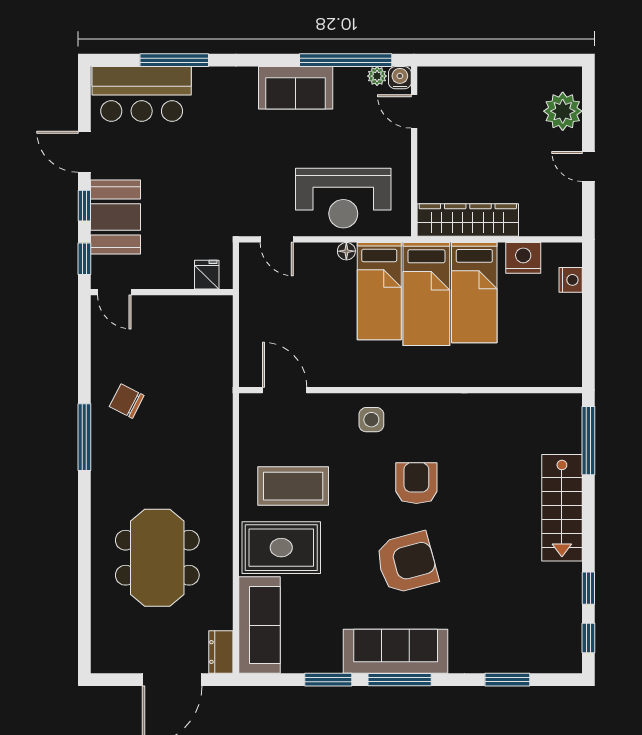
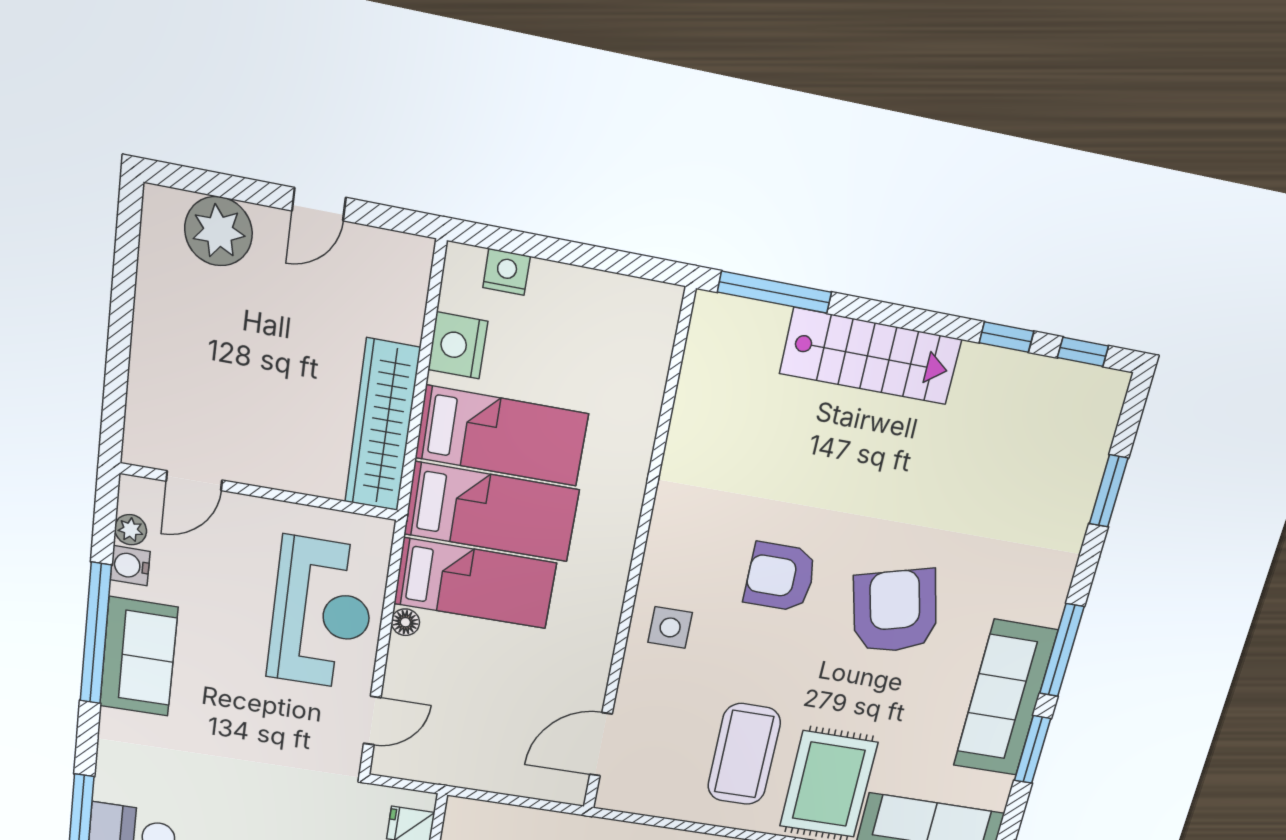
window: (346, 60) -> (96, 634), moved
water cooler: (400, 78) -> (130, 566), moved
sofa: (396, 651) -> (1005, 698), moved

